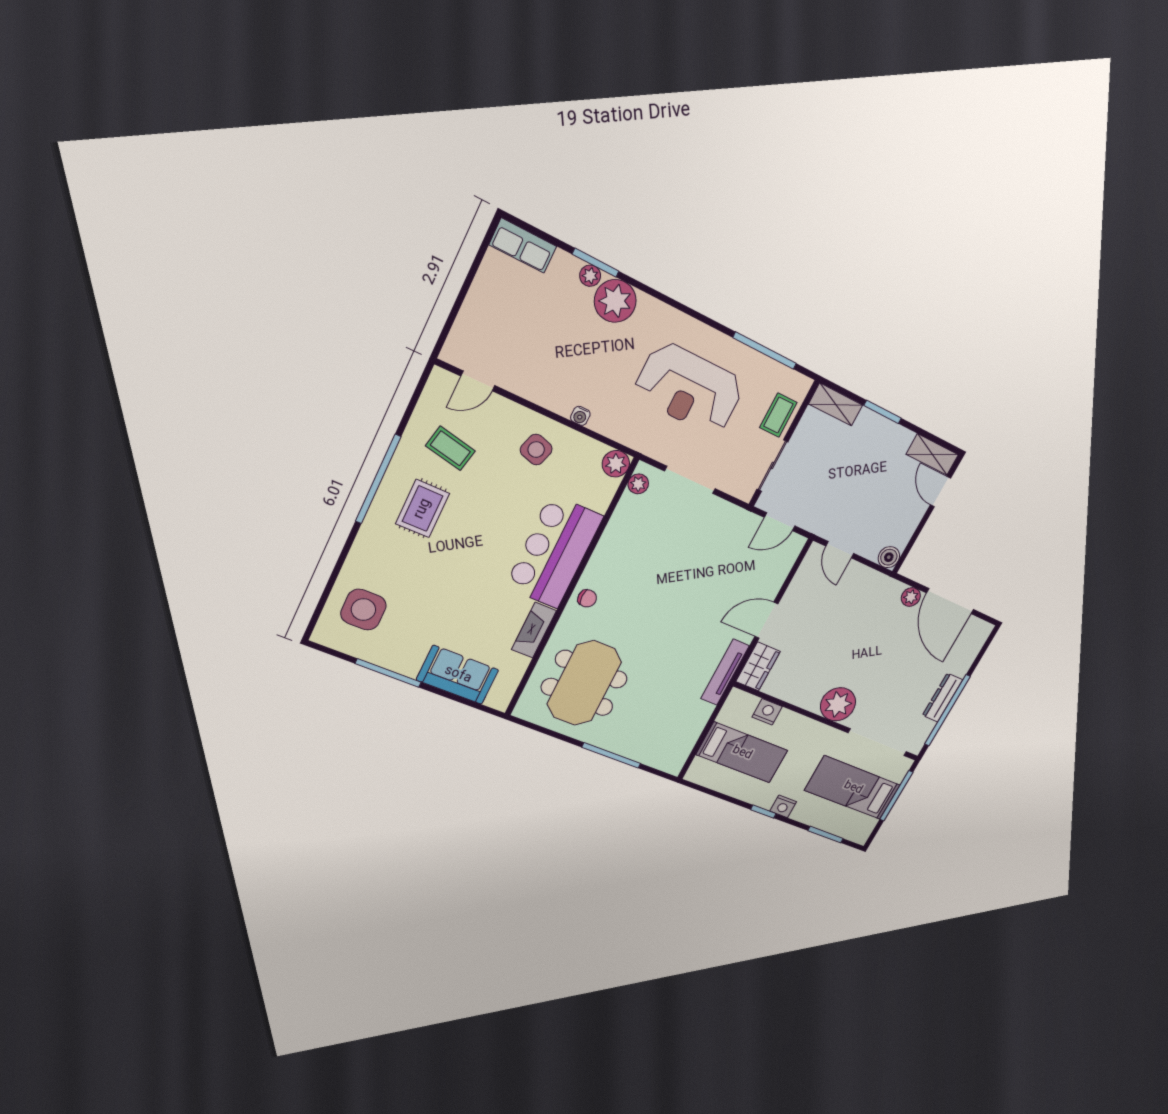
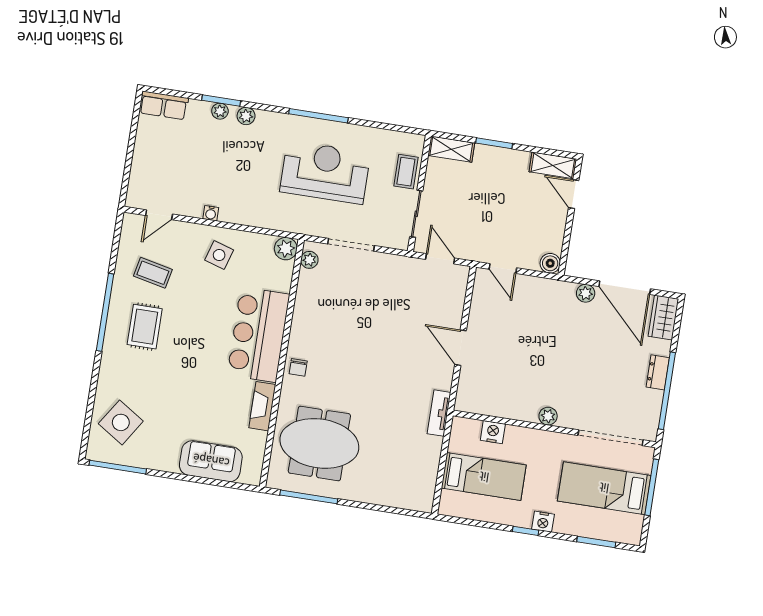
plant: (615, 301) -> (246, 116), width x0.53, depth x0.53
window: (765, 351) -> (318, 116), moved
reception desk: (689, 389) -> (325, 172), turned 180
water cooler: (580, 416) -> (211, 213), moved
door: (780, 522) -> (440, 259), swing flipped
chair: (587, 598) -> (298, 367), turned 90
side table: (363, 610) -> (121, 422), turned 33
door: (766, 620) -> (460, 348), hinge flipped
wardrobe: (758, 666) -> (663, 318), moved, turned 180
tv unit: (725, 672) -> (439, 413), width x0.71
window: (388, 673) -> (118, 467), moved
meeting table: (584, 683) -> (319, 443), turned 90
dresser: (943, 698) -> (658, 372), width x0.70
plant: (838, 704) -> (548, 416), width x0.53, depth x0.53
window: (611, 755) -> (309, 497), moved

